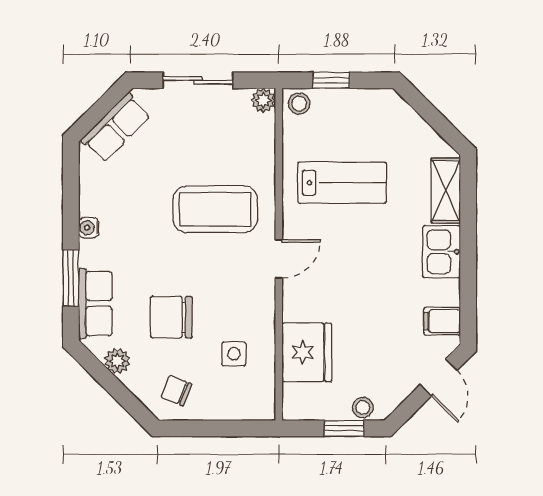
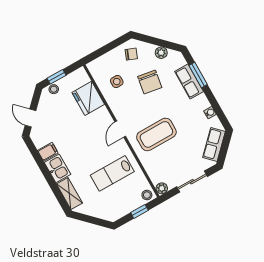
water cooler: (89, 228) -> (210, 113), moved
row of seats: (95, 303) -> (189, 82), moved
chair: (171, 317) -> (150, 82), turned 99
filing cabinet: (442, 321) -> (48, 152), moved

